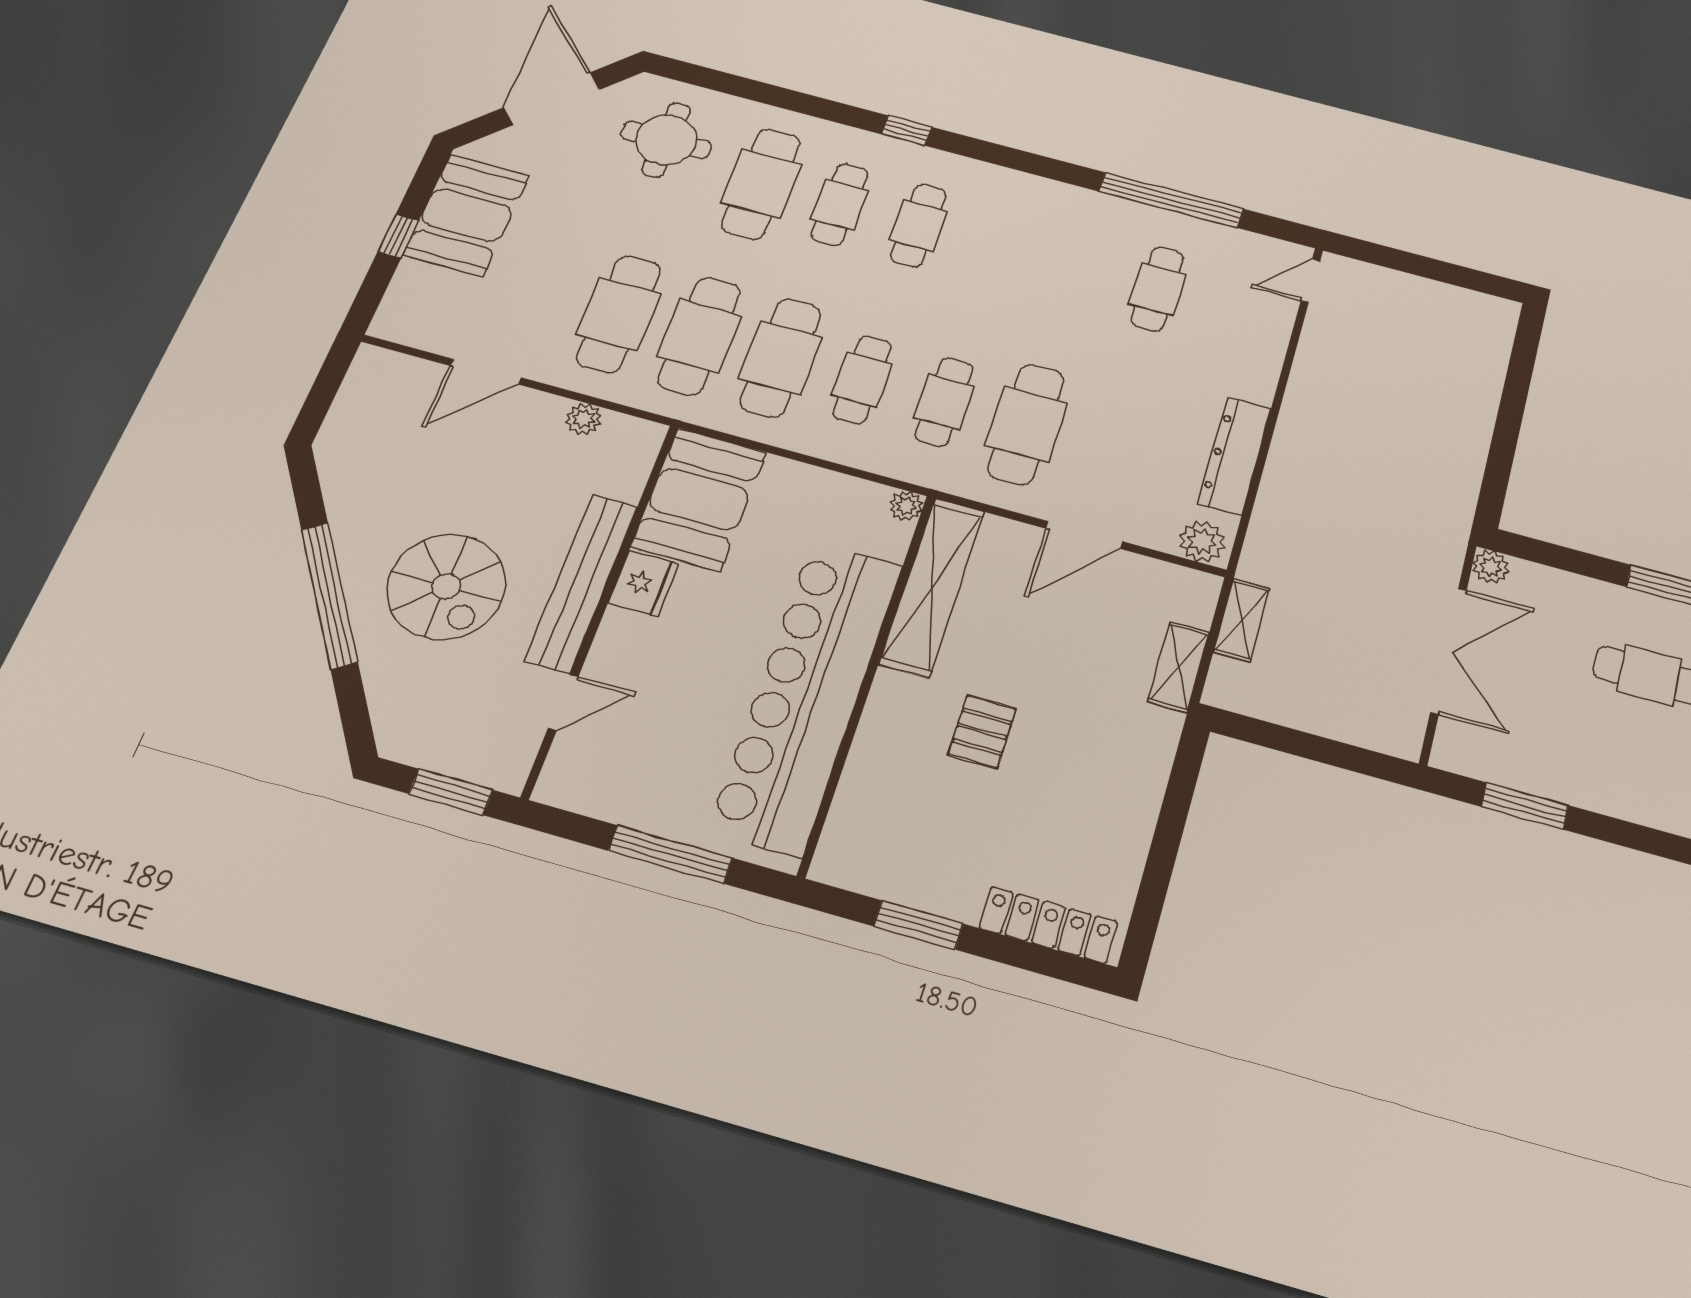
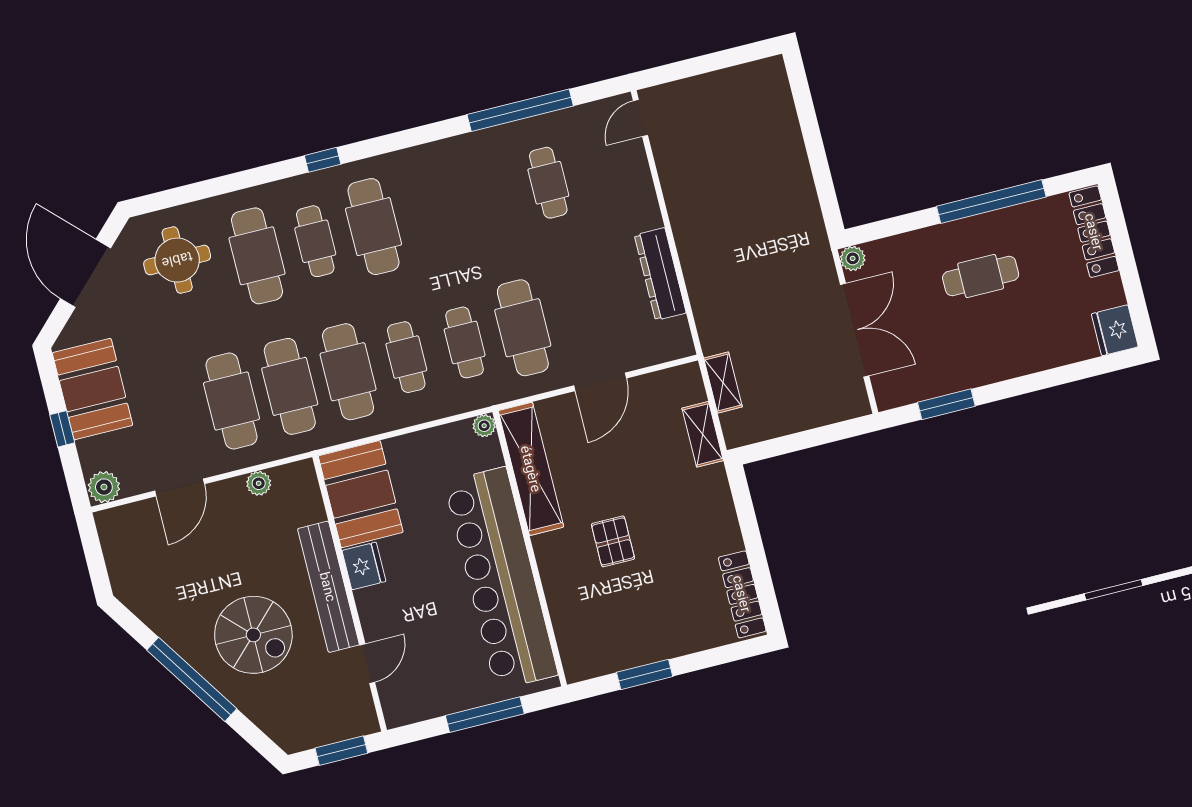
cafe table: (919, 226) -> (374, 227), width x1.37, depth x1.35
plant: (1202, 541) -> (104, 487), moved
locker: (1048, 925) -> (742, 594), moved, turned -90

